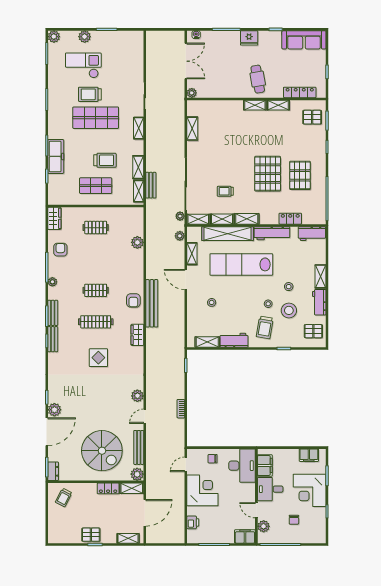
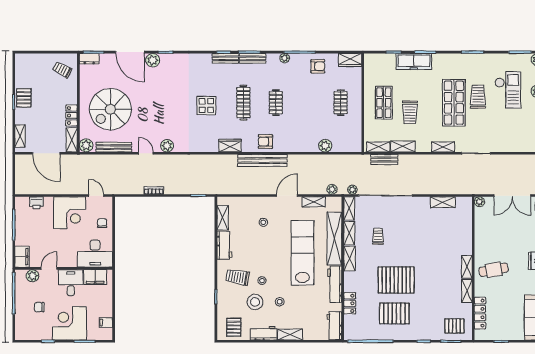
pallet: (312, 117) -> (454, 326), turned 90
filing cabinet: (309, 455) -> (106, 323), width x0.50

